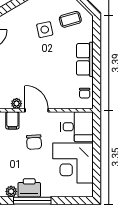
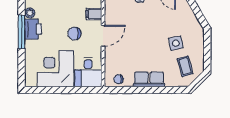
plant: (17, 104) -> (109, 18), removed

